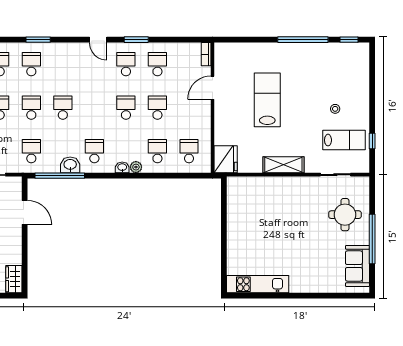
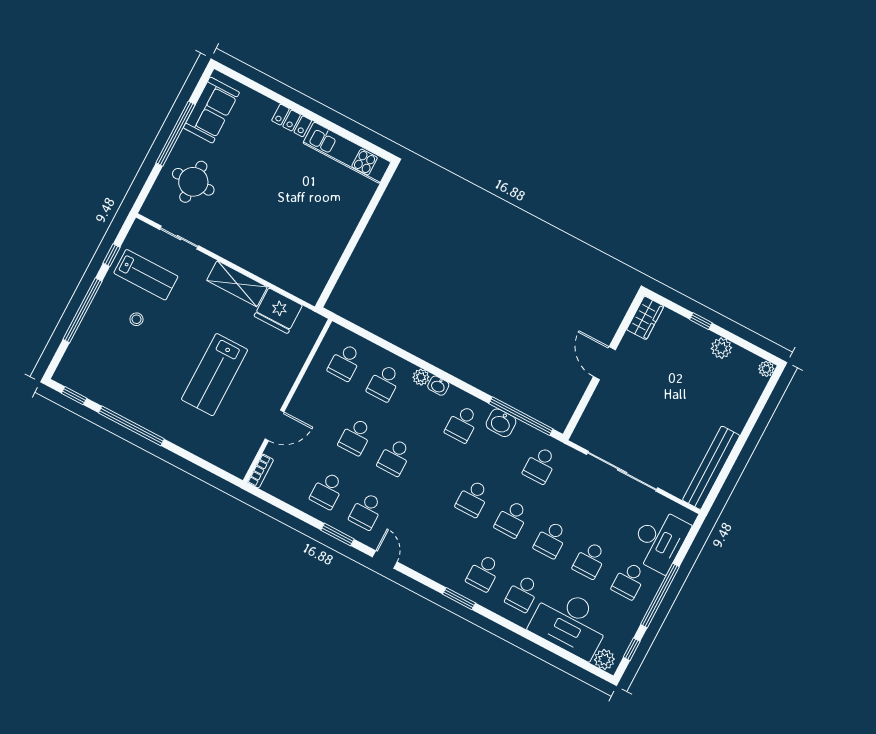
window: (372, 96) -> (82, 310), added
lab bench: (344, 140) -> (146, 275), turned 180
fridge: (226, 159) -> (278, 311), moved, turned -90
door: (25, 212) -> (604, 363), moved
locker: (303, 286) -> (292, 121), added

